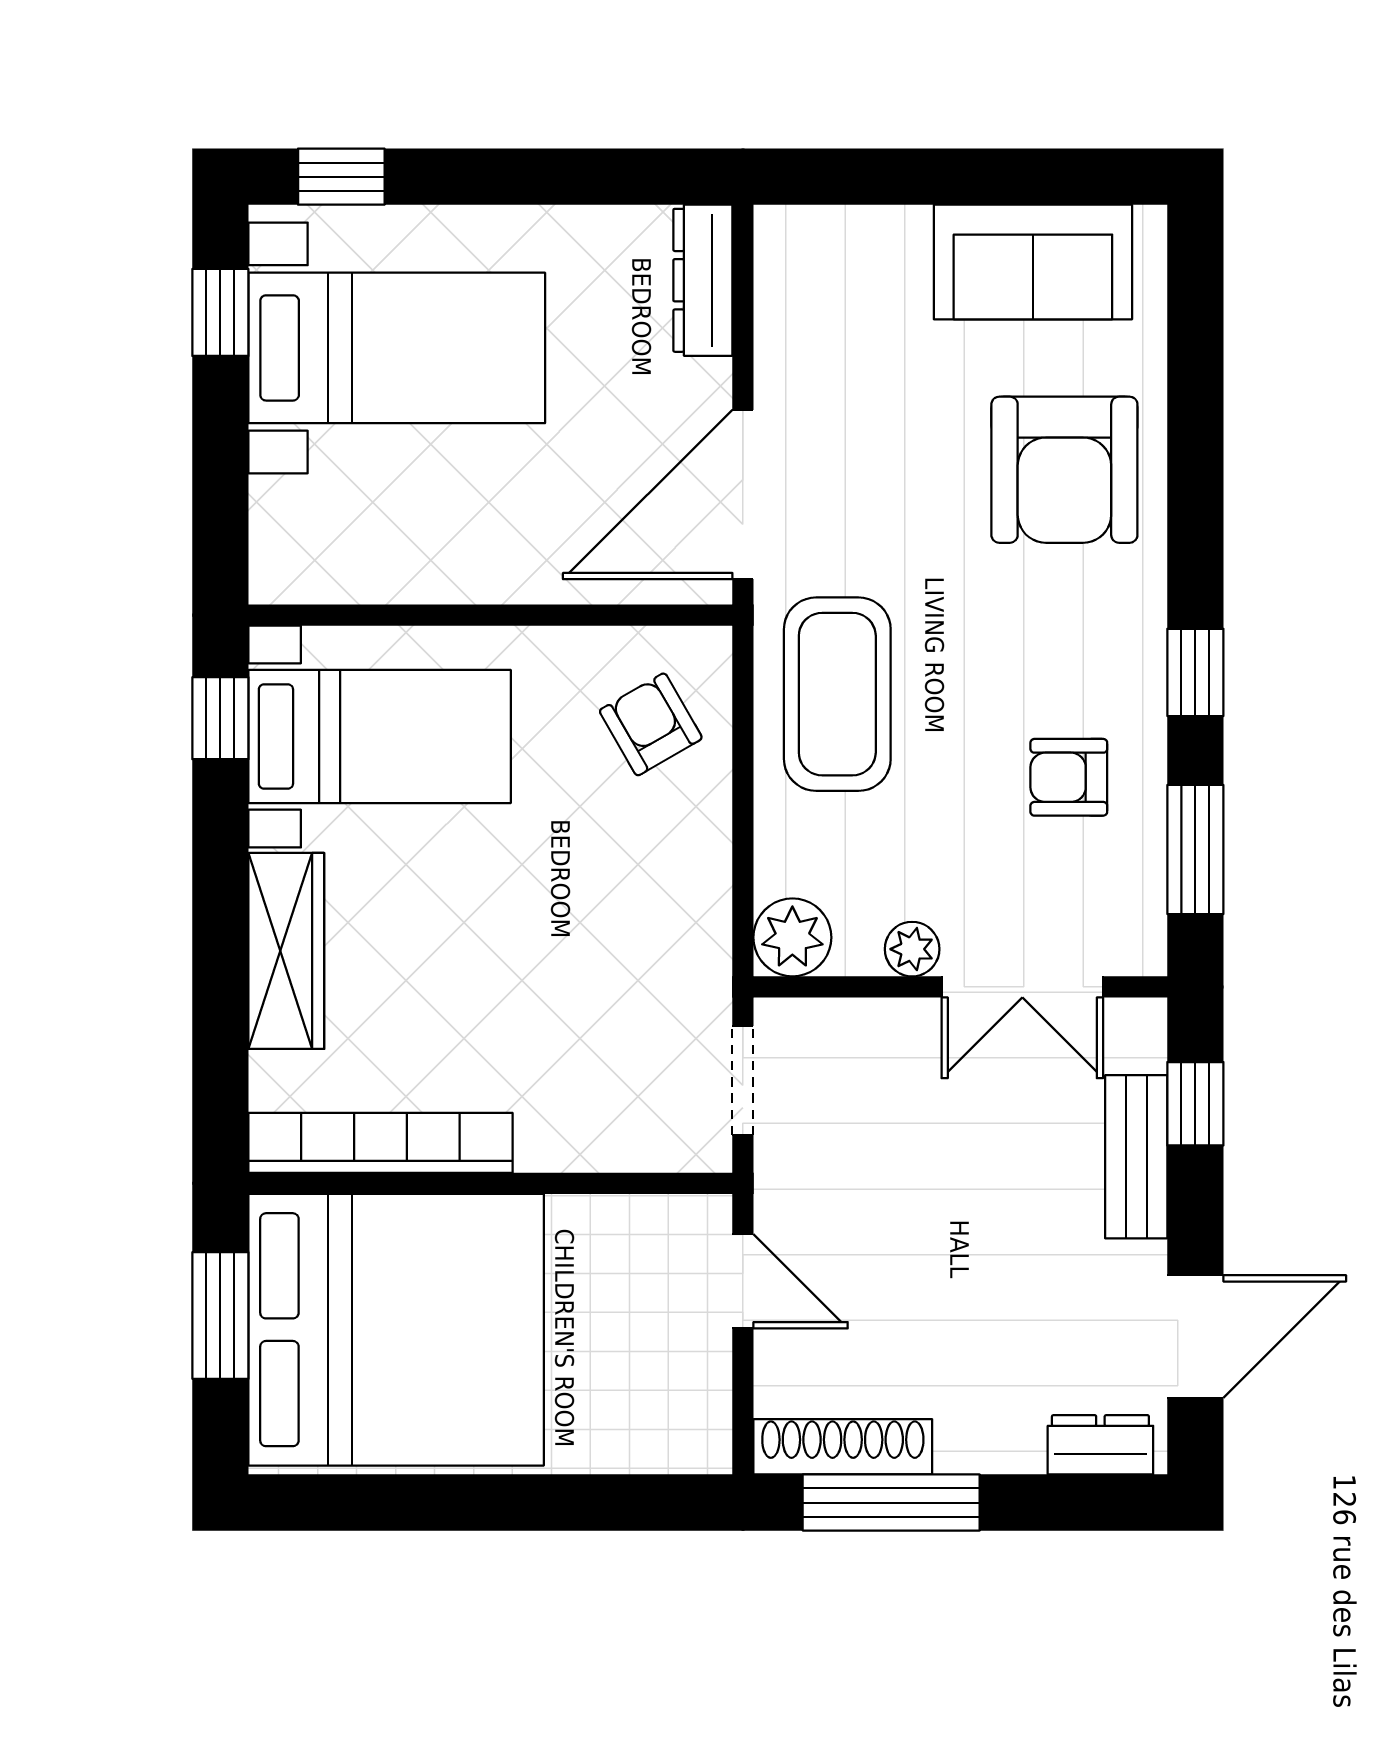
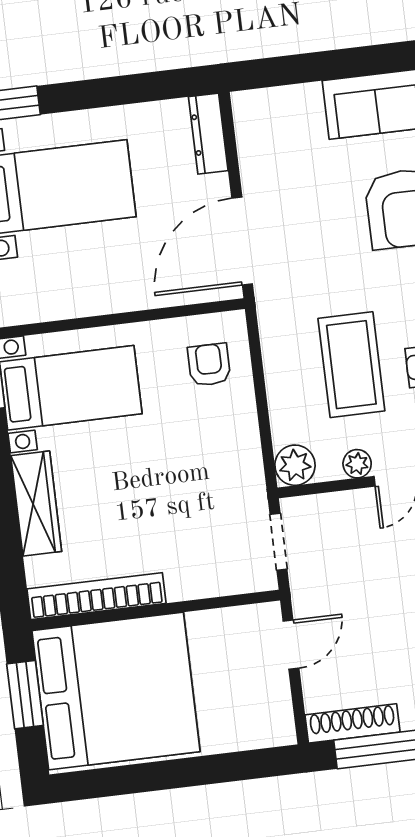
coffee table: (837, 694) -> (351, 365), moved
armchair: (651, 724) -> (209, 365), turned 30
door: (743, 1281) -> (291, 645), hinge flipped

